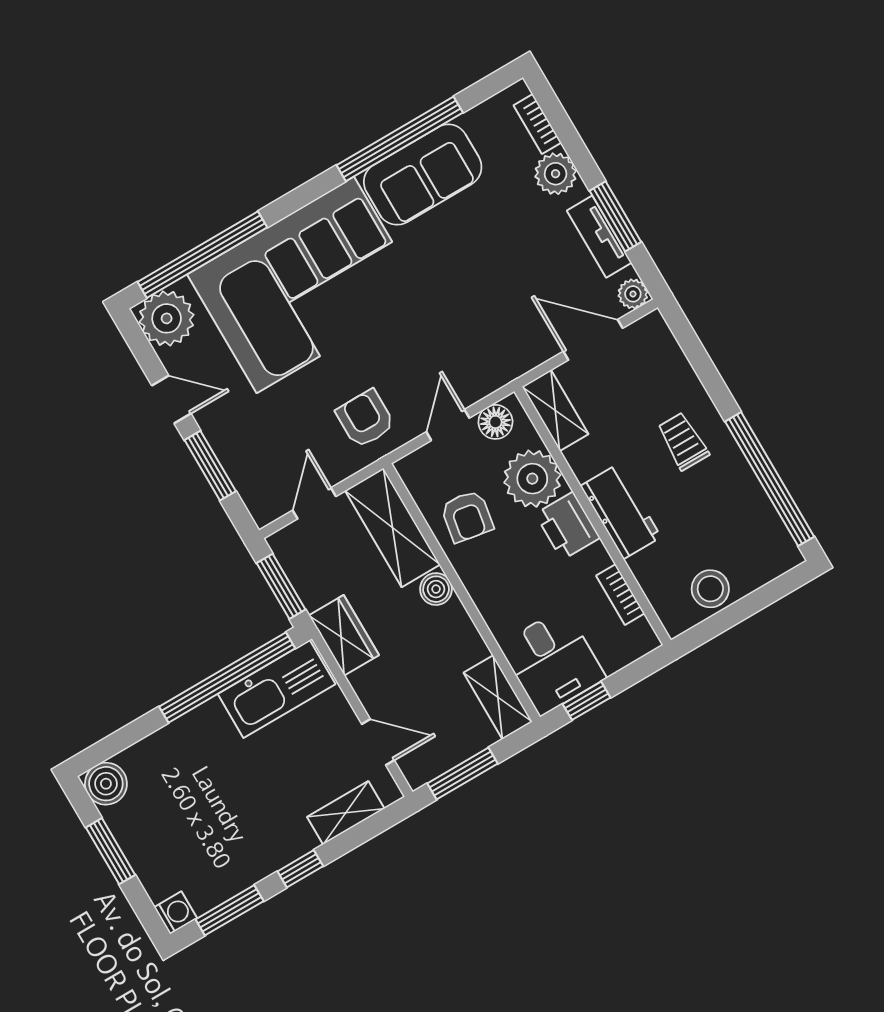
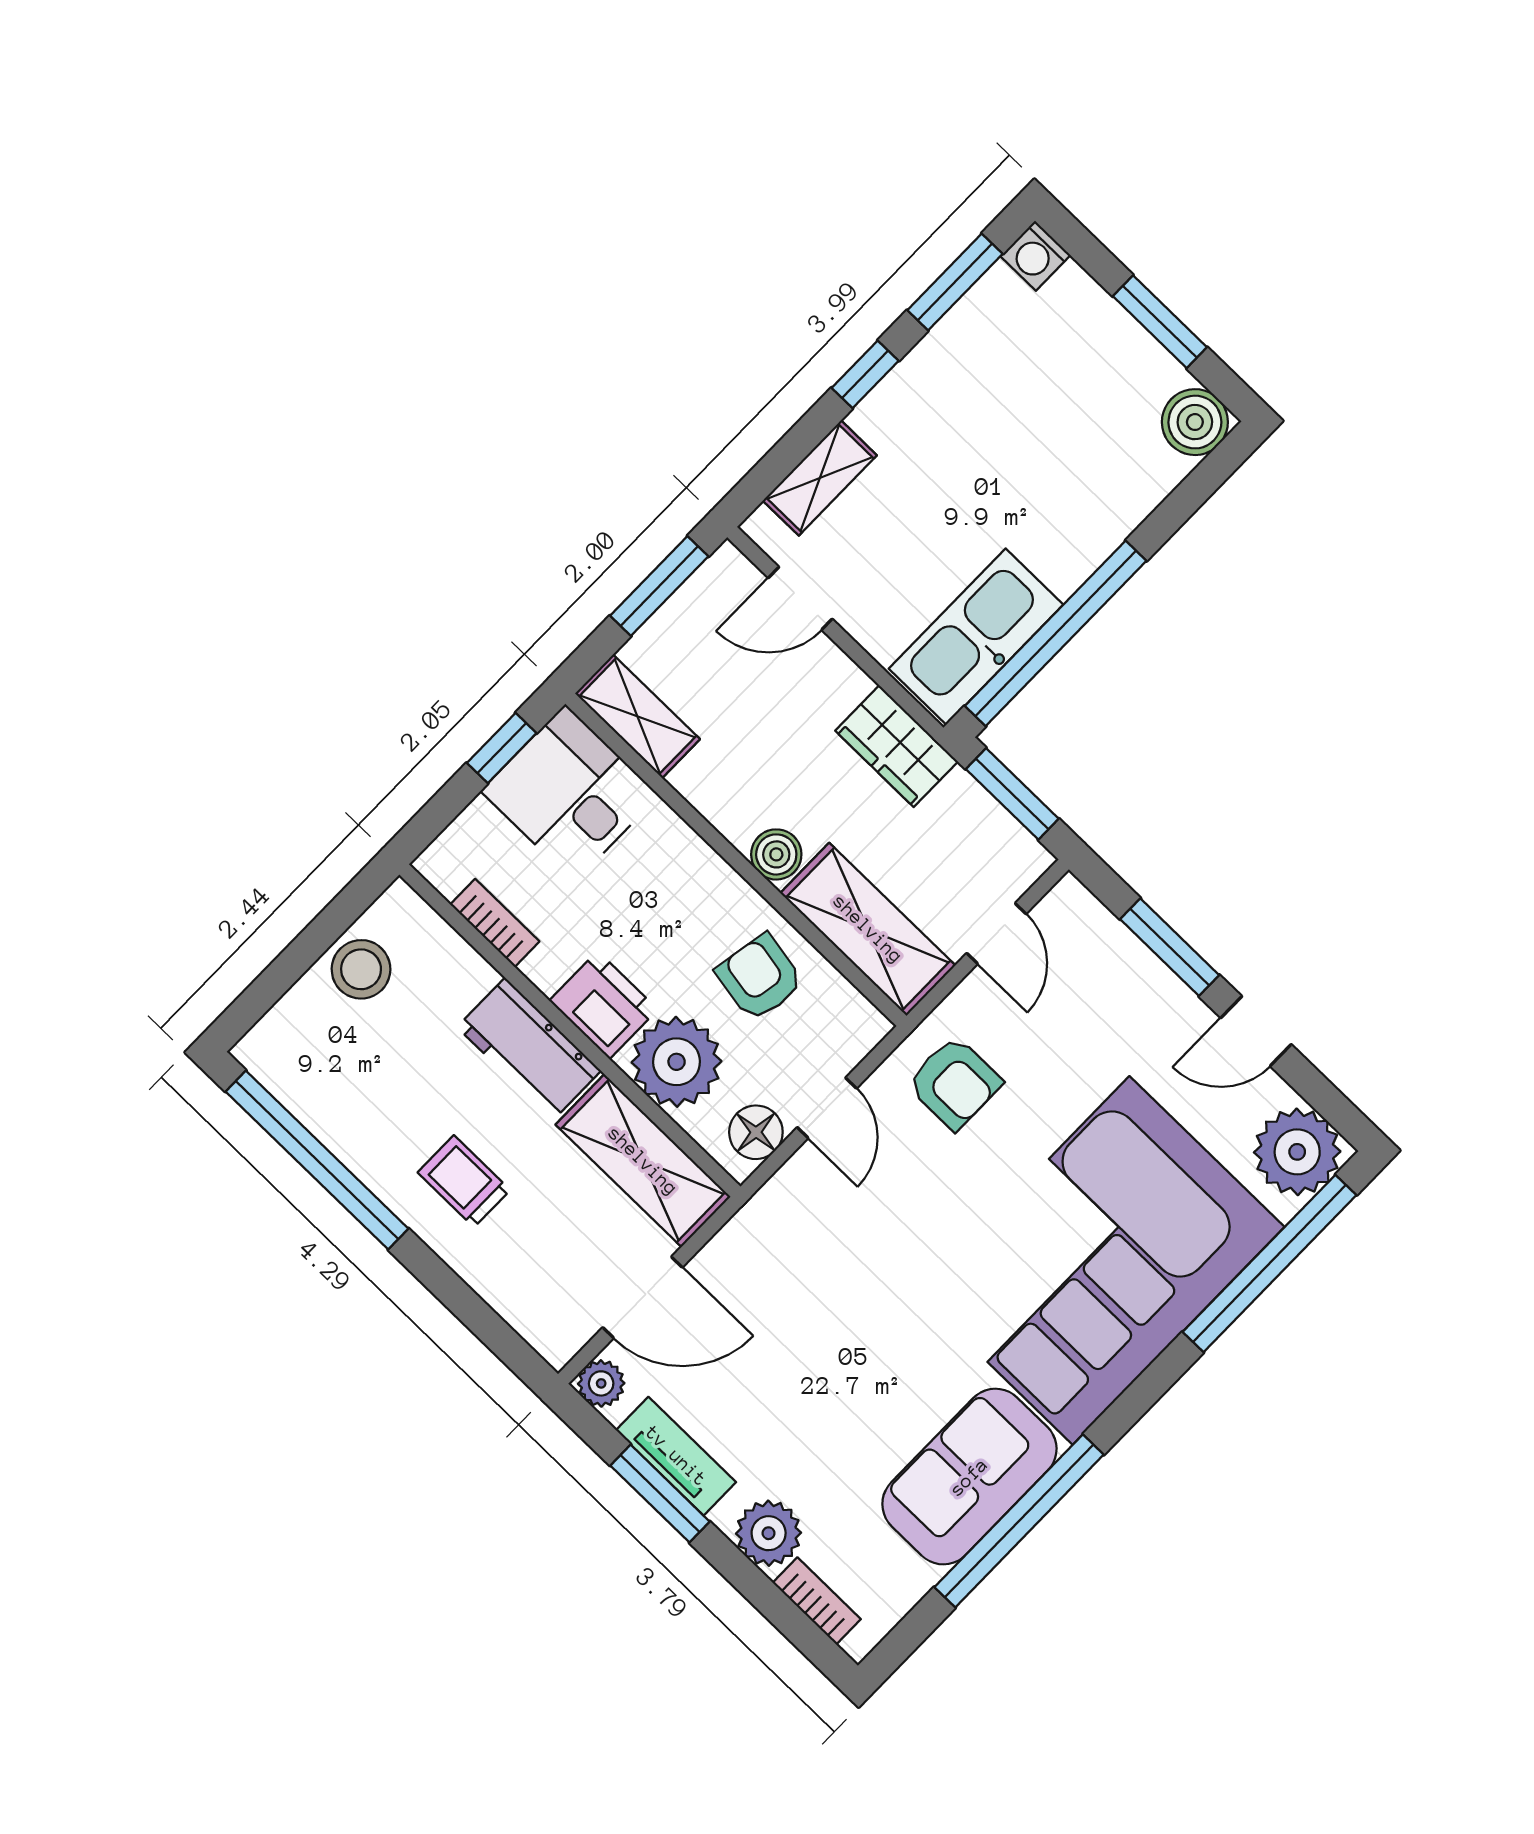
shelving: (555, 410) -> (643, 1161), width x1.50, depth x1.33
trolley: (683, 441) -> (464, 1181), turned 180

